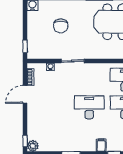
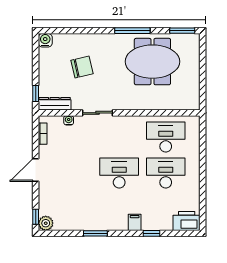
chair: (61, 26) -> (82, 67), turned -103
dresser: (40, 54) -> (55, 104), added
door: (25, 94) -> (36, 170), moved

